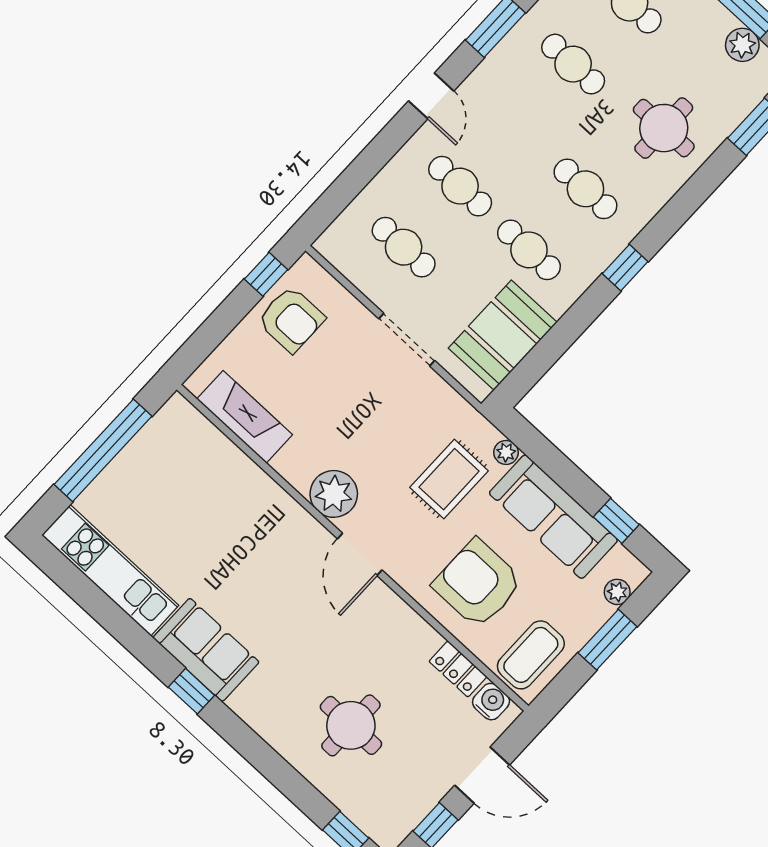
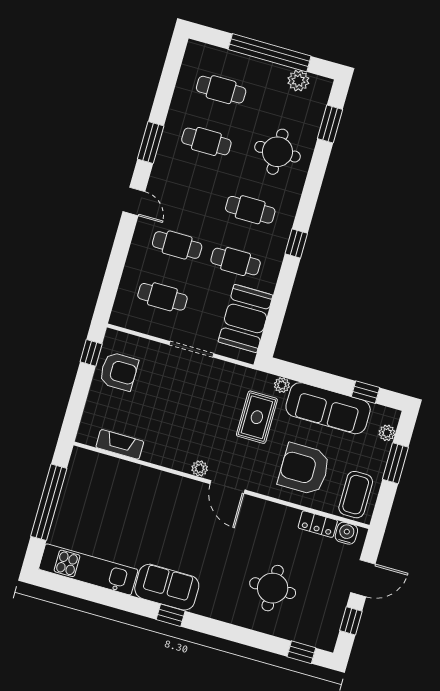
fireplace: (245, 417) -> (120, 444), width x0.73, depth x0.76
plant: (334, 494) -> (200, 468), width x0.53, depth x0.53

